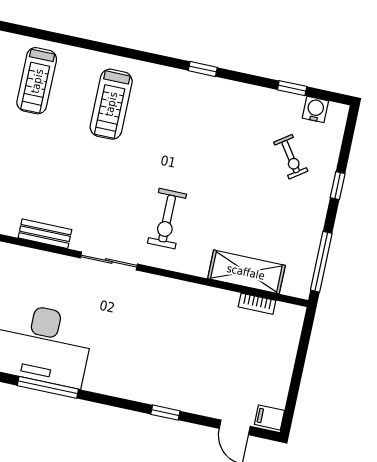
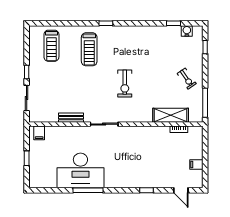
window: (203, 69) -> (106, 23), moved
exercise bike: (291, 157) -> (187, 79), moved
window: (338, 186) -> (205, 47), moved
exercise bike: (167, 219) -> (125, 83), moved
filing cabinet: (269, 417) -> (196, 164), moved

